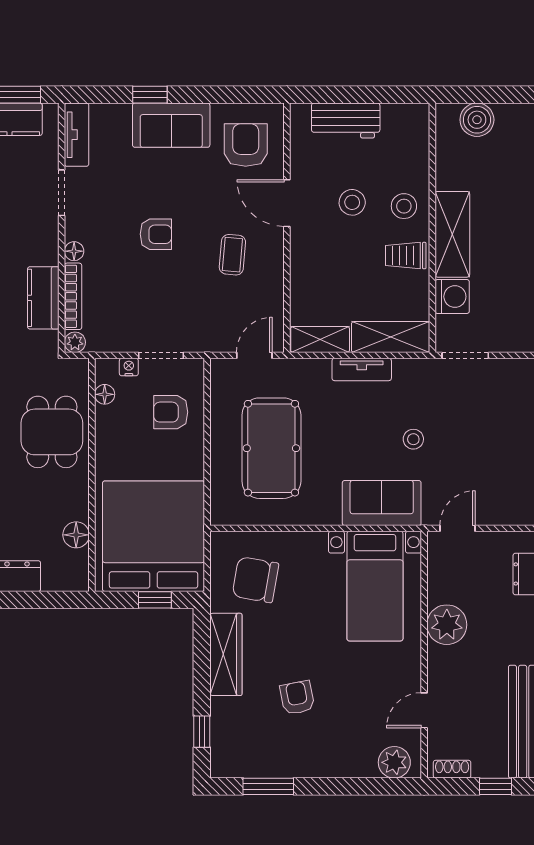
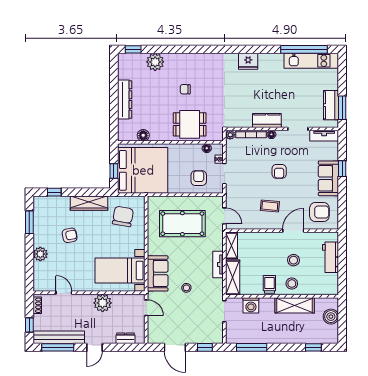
shelving: (452, 234) -> (295, 305), moved
kitchen counter: (43, 298) -> (267, 120), moved
plant: (394, 762) -> (40, 254), moved

